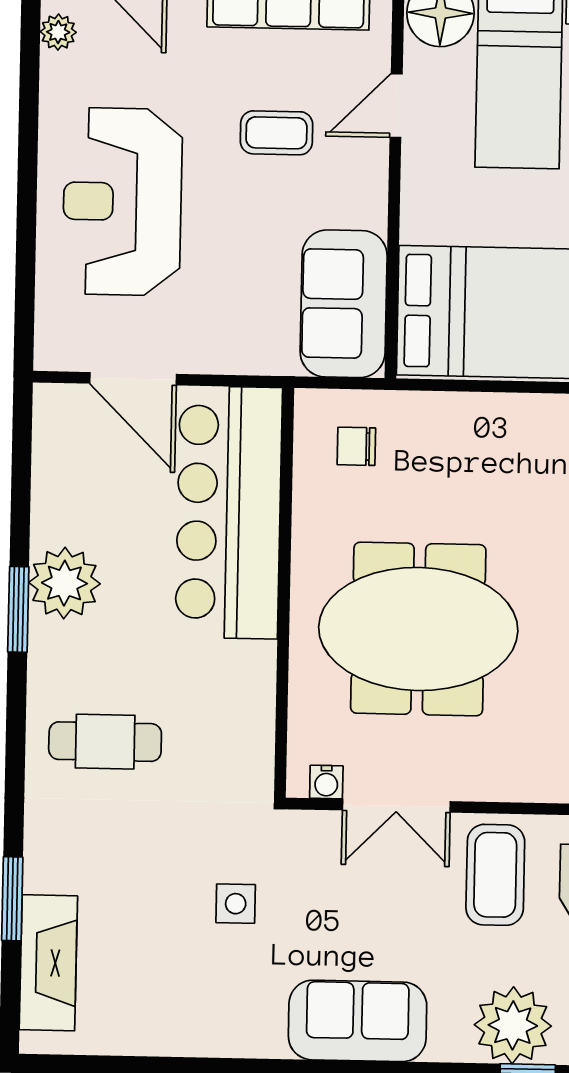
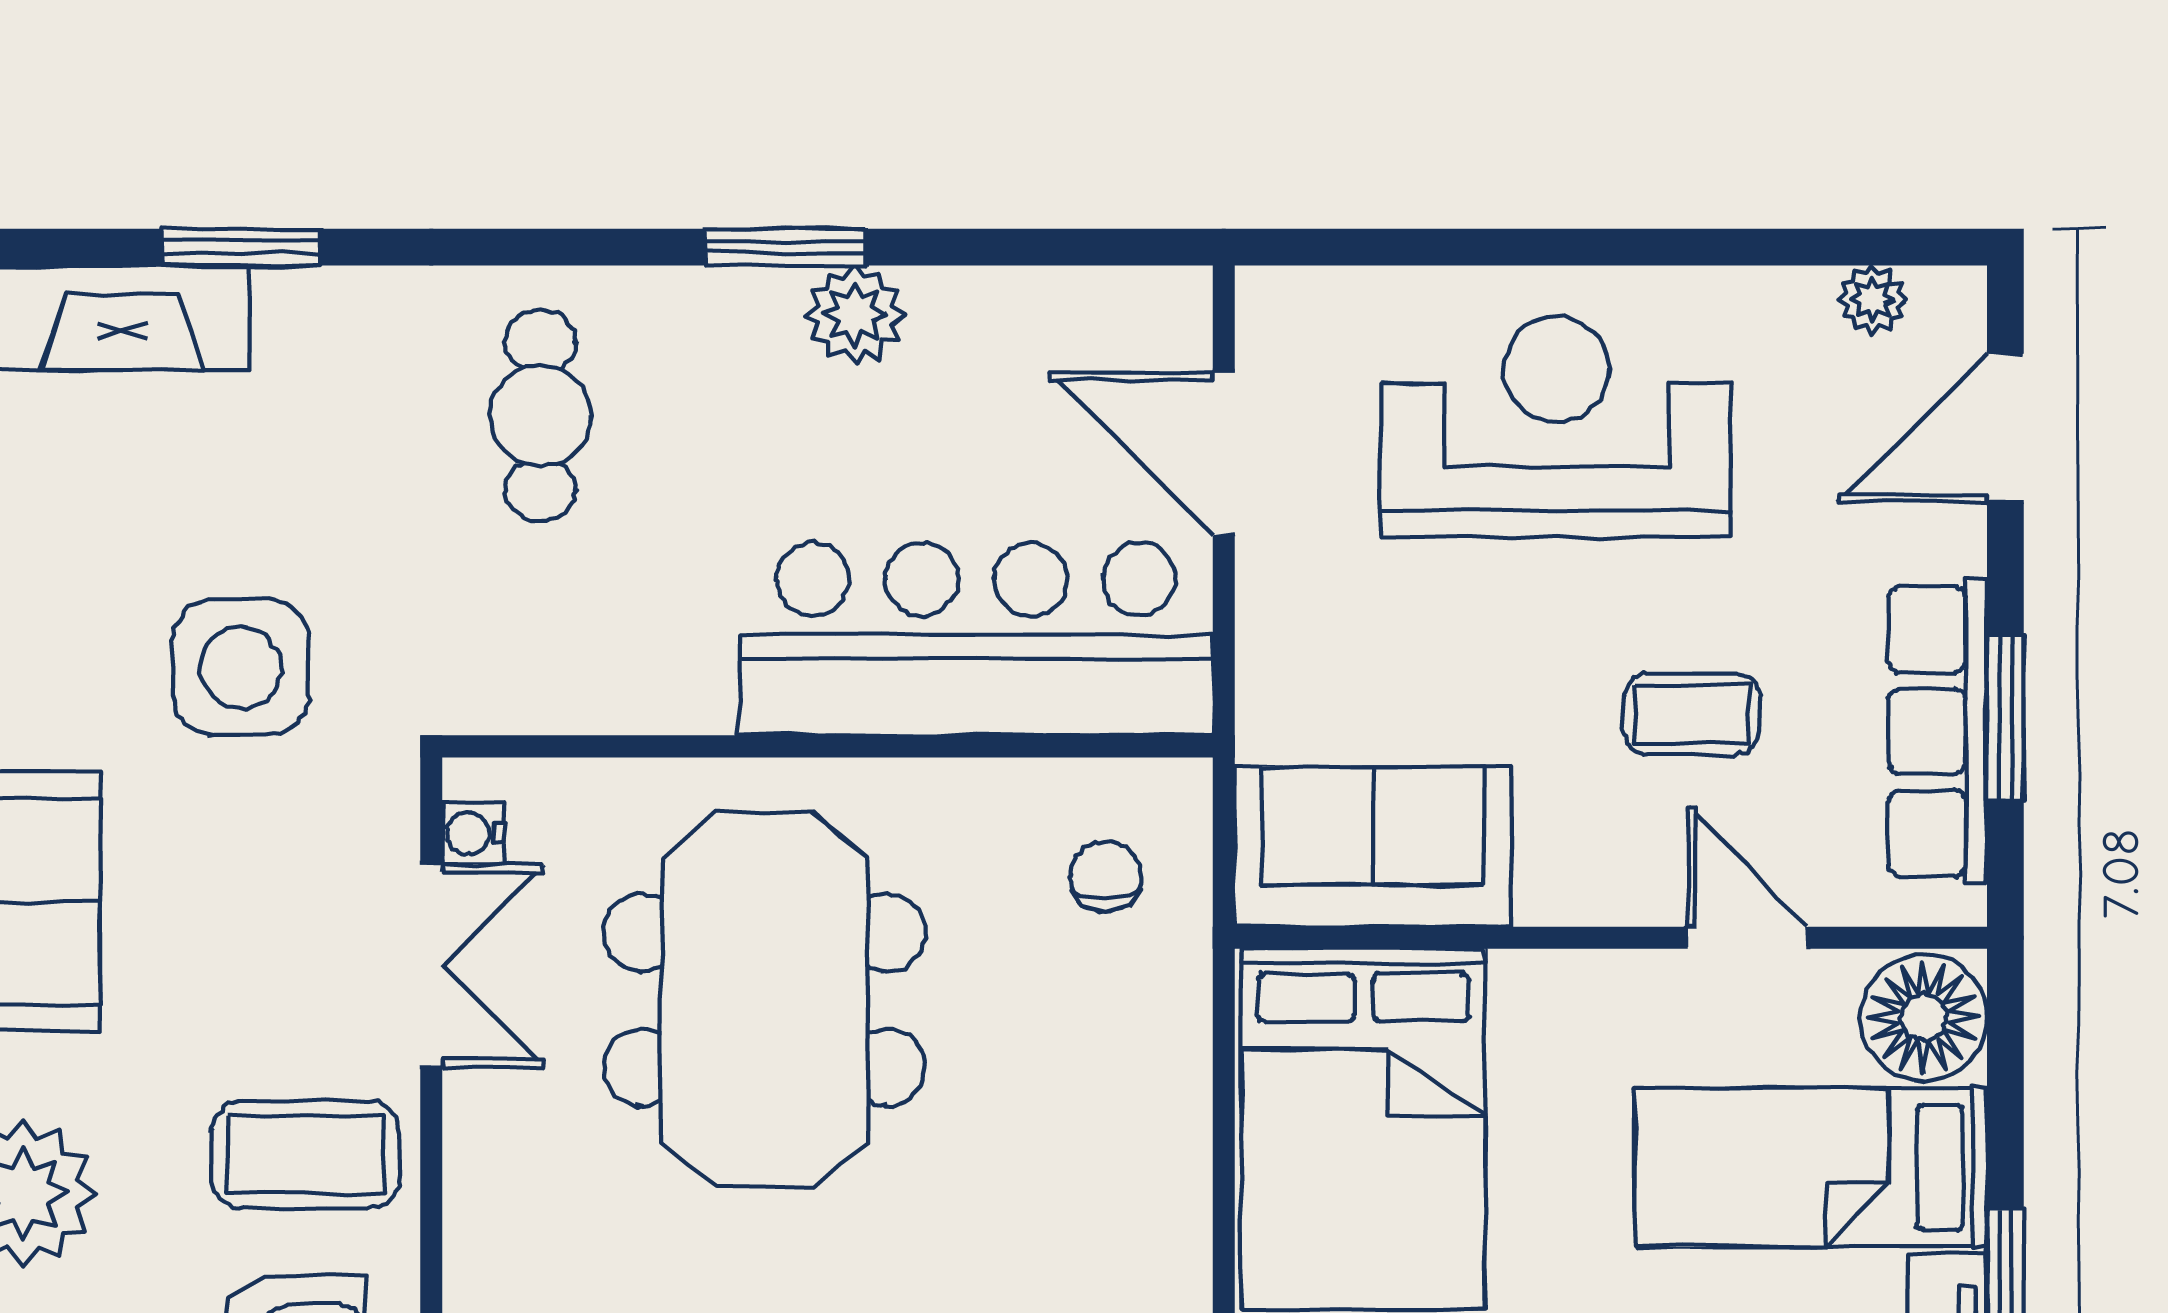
coffee table: (276, 133) -> (1692, 714), turned 90
door: (133, 379) -> (1224, 454), hinge flipped
plant: (64, 583) -> (855, 315), width x0.73, depth x0.73
double door: (396, 806) -> (431, 966), swing flipped
side table: (236, 904) -> (241, 667), width x1.87, depth x1.87

